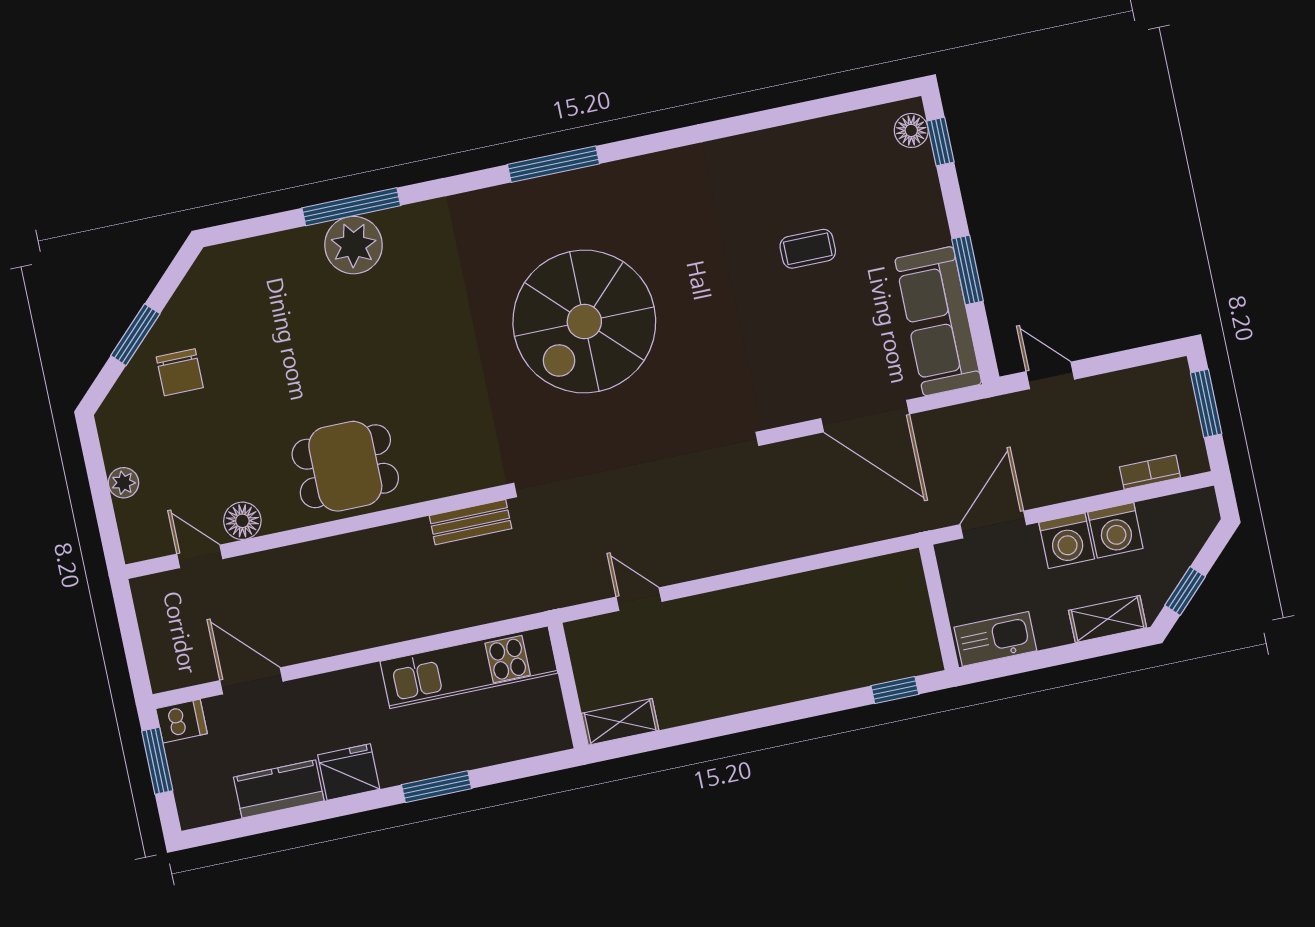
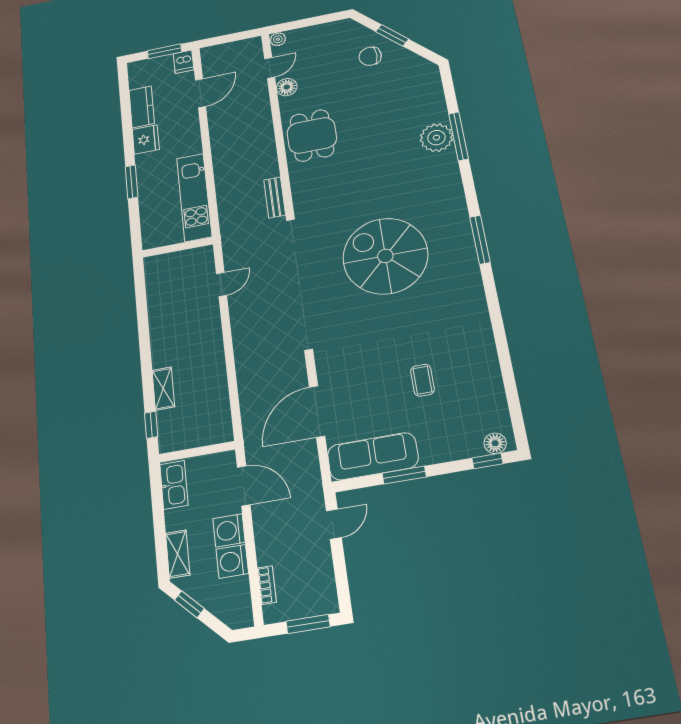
plant: (123, 483) -> (278, 39), moved
shelving: (620, 722) -> (163, 389), moved

